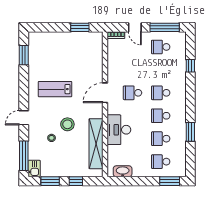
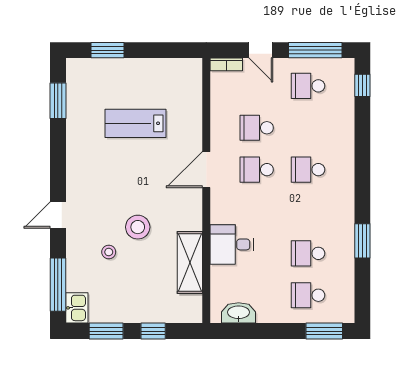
window: (80, 27) -> (108, 50), moved
window: (190, 66) -> (362, 85), moved
lab bench: (55, 89) -> (136, 123), moved
school desk: (161, 116) -> (257, 128), moved
desk: (119, 130) -> (232, 244), width x0.73
shelving: (96, 144) -> (190, 263), width x0.68

